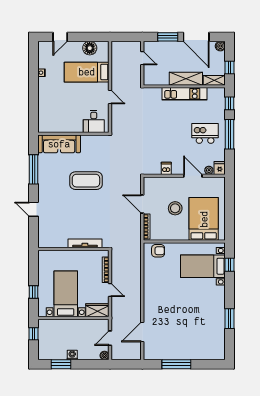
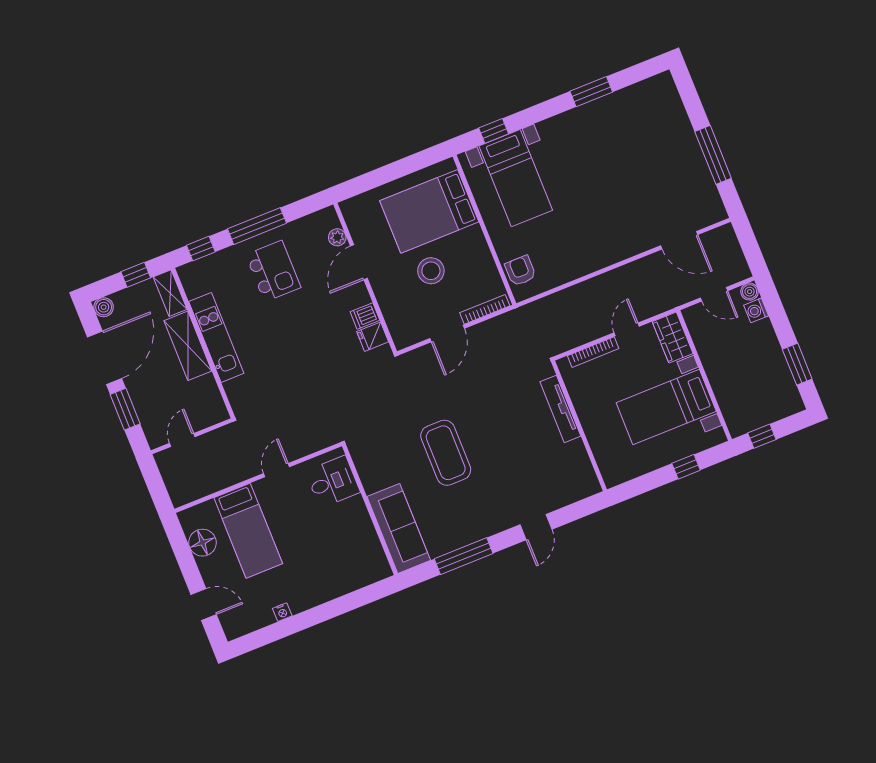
kitchen island: (205, 133) -> (273, 271), turned 180
fridge: (220, 168) -> (373, 337), moved
washing machine: (72, 355) -> (756, 310), moved

